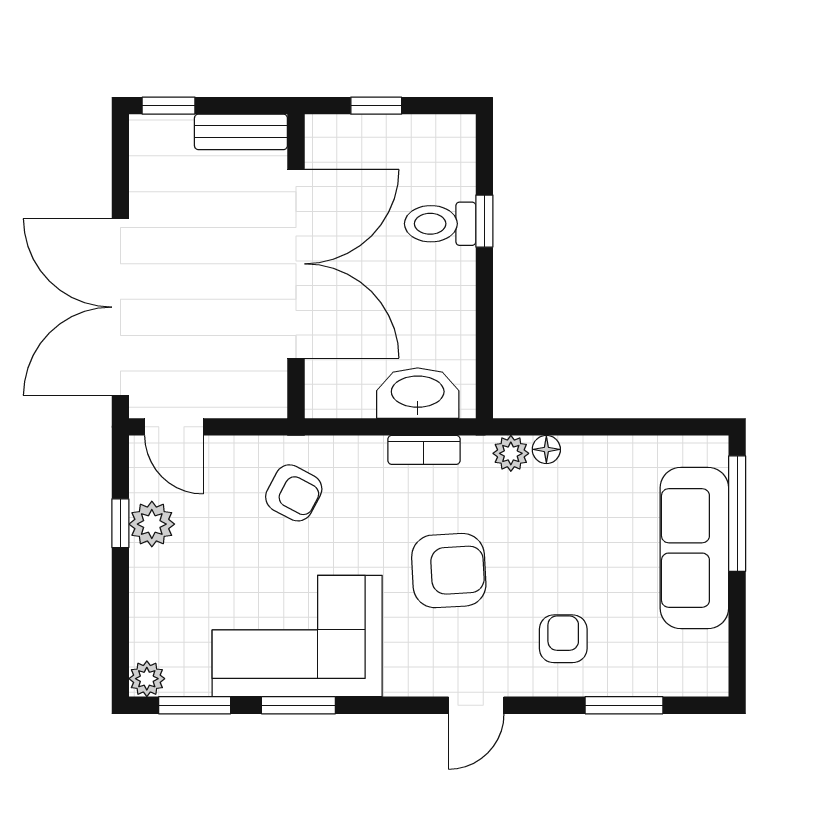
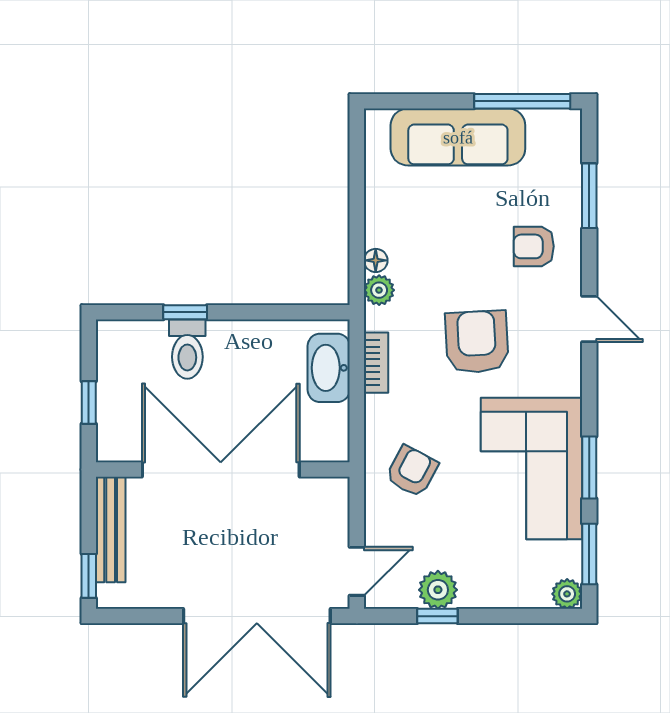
bench: (241, 132) -> (111, 529), width x1.36
window: (737, 514) -> (522, 101), moved

